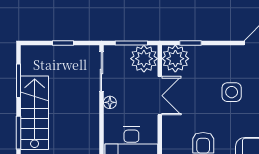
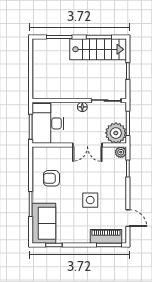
plant: (175, 59) -> (121, 152), width x0.53, depth x0.53
stairs: (35, 113) -> (98, 49), moved

